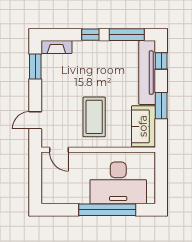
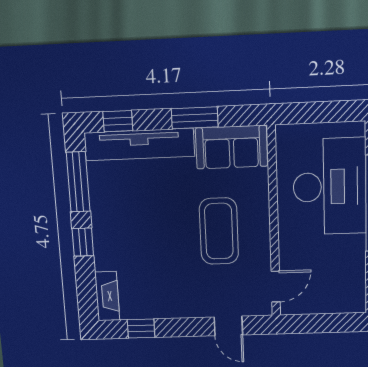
window: (35, 67) -> (141, 329), width x0.67
coffee table: (94, 117) -> (219, 231), turned 90

